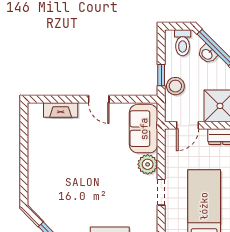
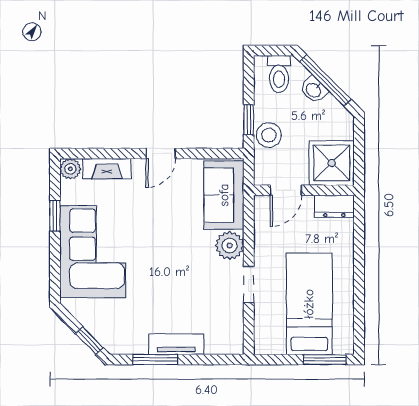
door: (99, 99) -> (161, 154), hinge flipped
plant: (35, 110) -> (70, 169), added
window: (24, 143) -> (55, 216), added
corner sofa: (51, 169) -> (93, 252), added

